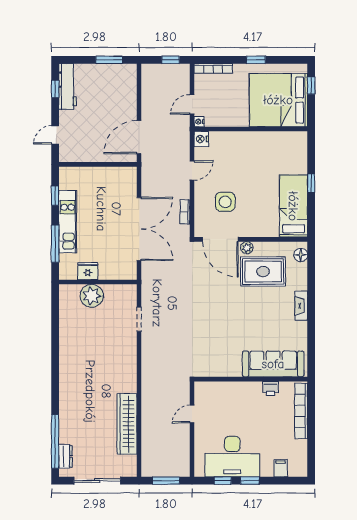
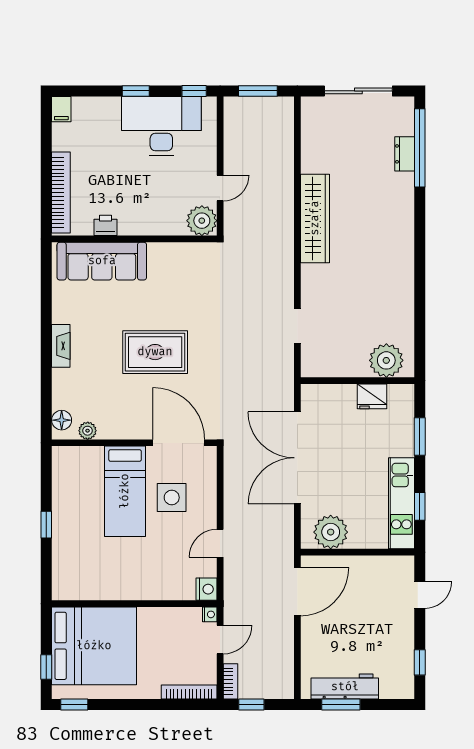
window: (256, 60) -> (74, 705), moved
workbench: (67, 87) -> (345, 687), moved, turned 90
plant: (116, 178) -> (331, 532), added
bed: (293, 206) -> (125, 491), moved
bookcase: (185, 212) -> (230, 681), moved
kitchen unit: (68, 222) -> (401, 503), moved
window: (55, 244) -> (420, 436), width x0.69
plant: (247, 248) -> (88, 431), moved
rug: (263, 272) -> (155, 352), moved
plant: (92, 296) -> (386, 360), moved
plant: (205, 392) -> (202, 221), added
wardrobe: (127, 424) -> (315, 218), moved
dresser: (65, 456) -> (405, 154), moved
filing cabinet: (281, 468) -> (61, 109), moved
window: (223, 481) -> (194, 91), moved

